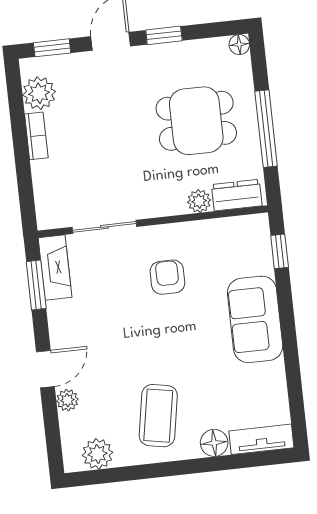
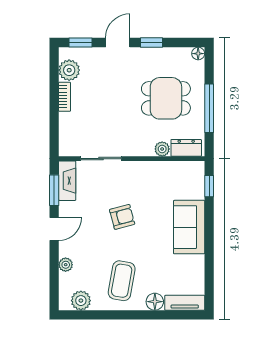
armchair: (167, 277) -> (122, 217), moved, turned 75
door: (45, 369) -> (54, 229), moved

